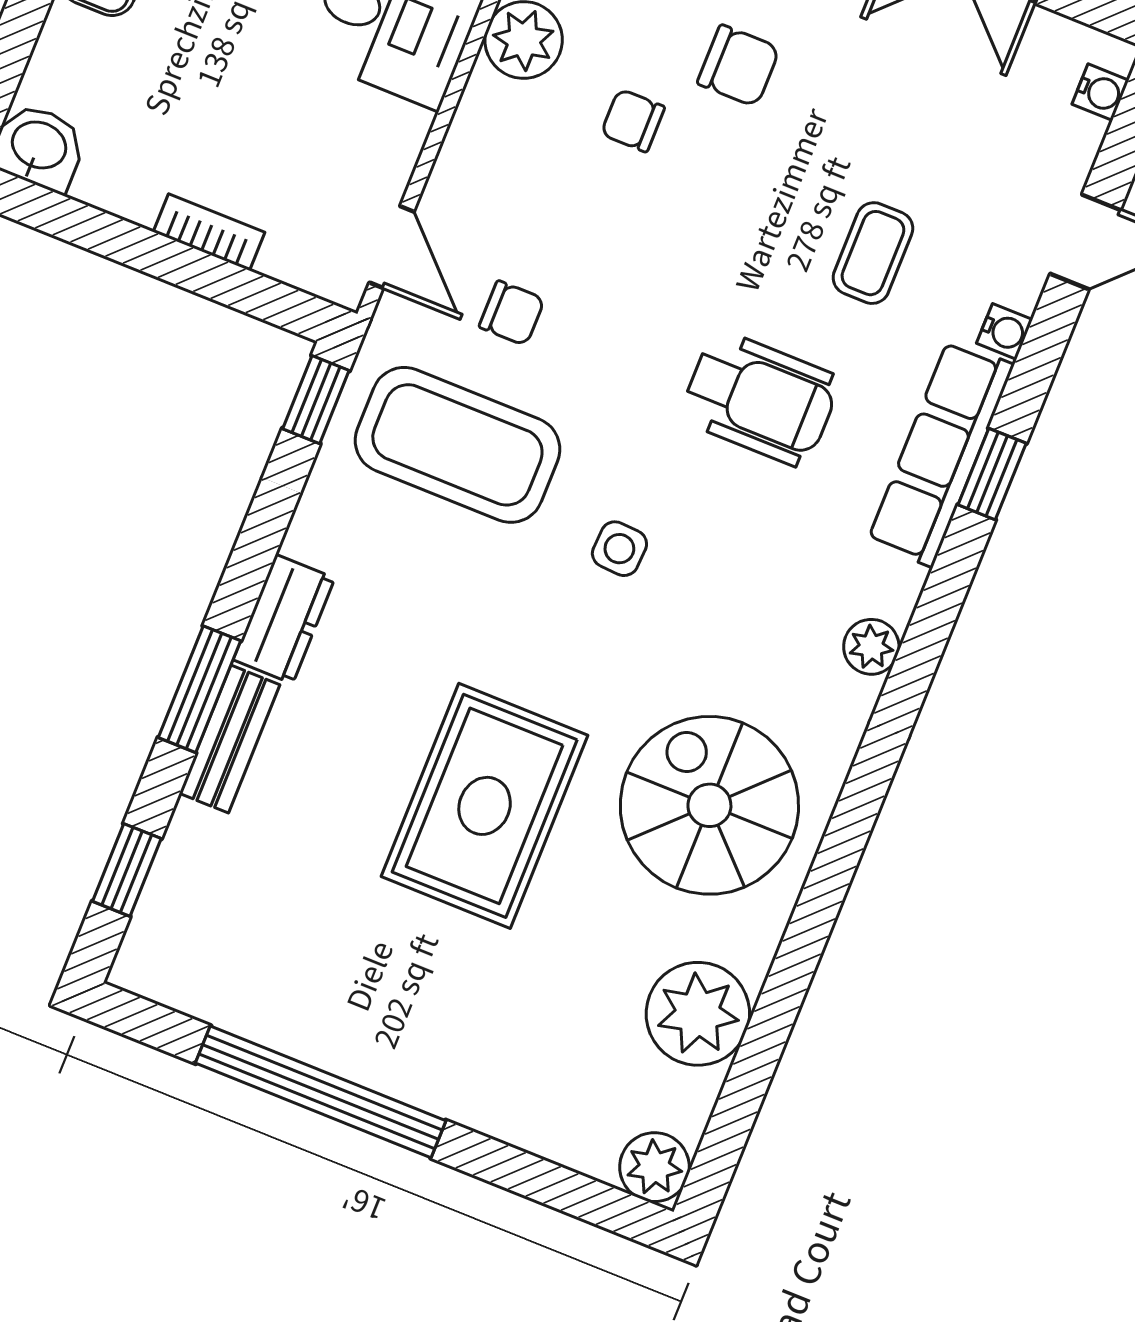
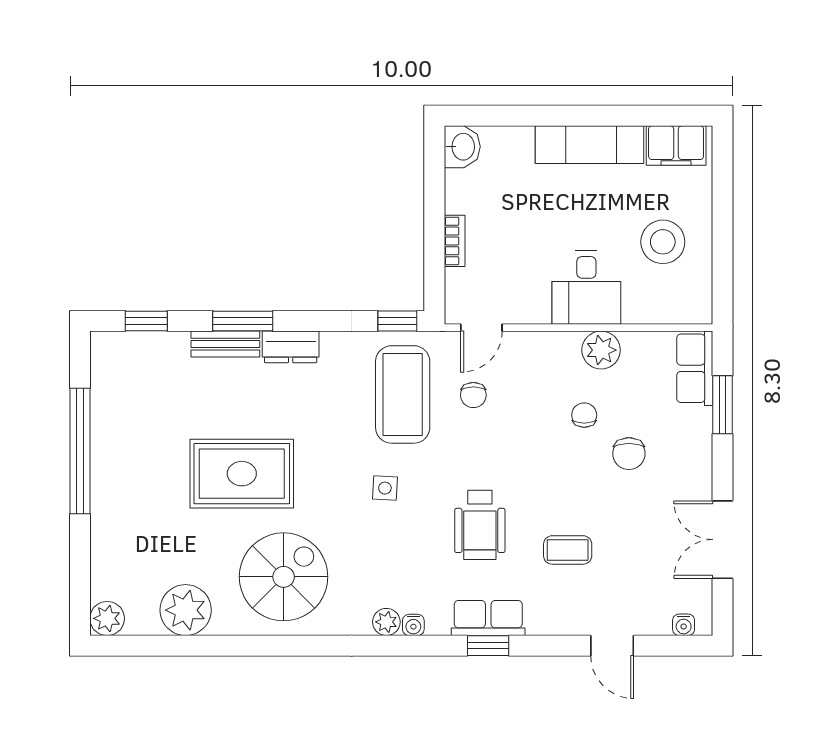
water cooler: (1005, 331) -> (413, 625), moved
row of seats: (941, 453) -> (488, 618), width x0.68

